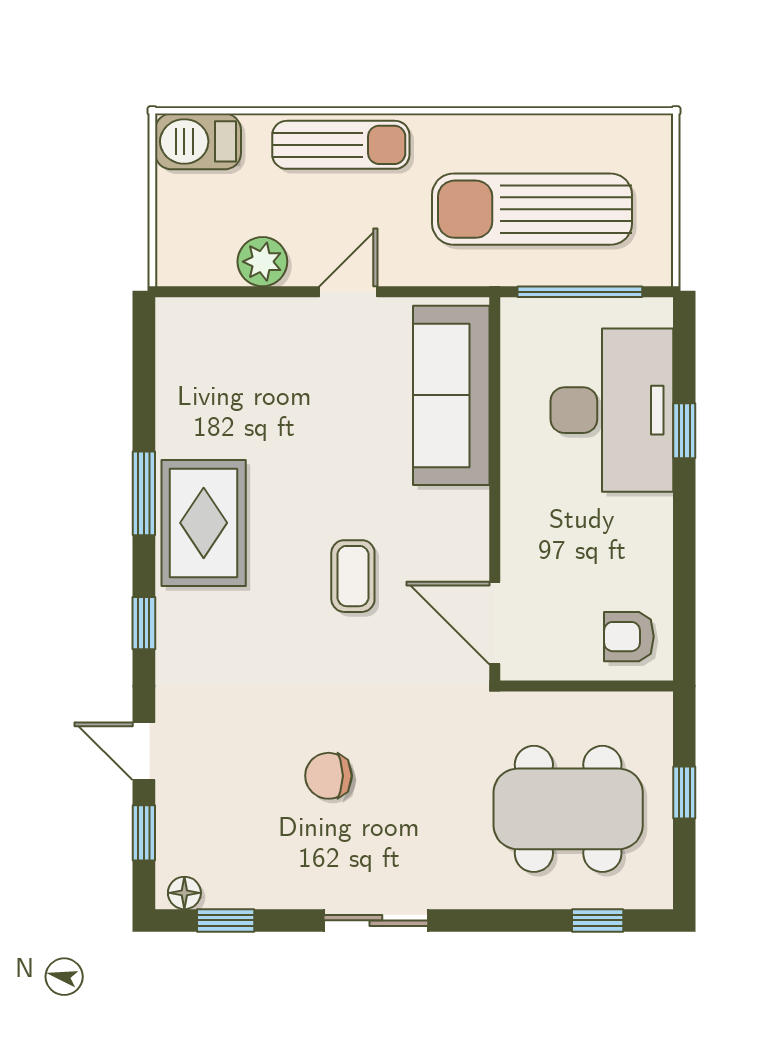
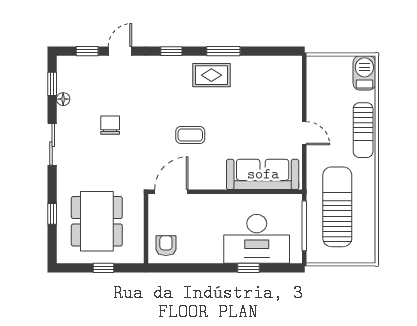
plant: (262, 262) -> (316, 99), removed
rug: (204, 523) -> (211, 75), width x0.73, depth x0.70
floor lamp: (184, 893) -> (63, 99), moved
window: (598, 920) -> (52, 214), moved

